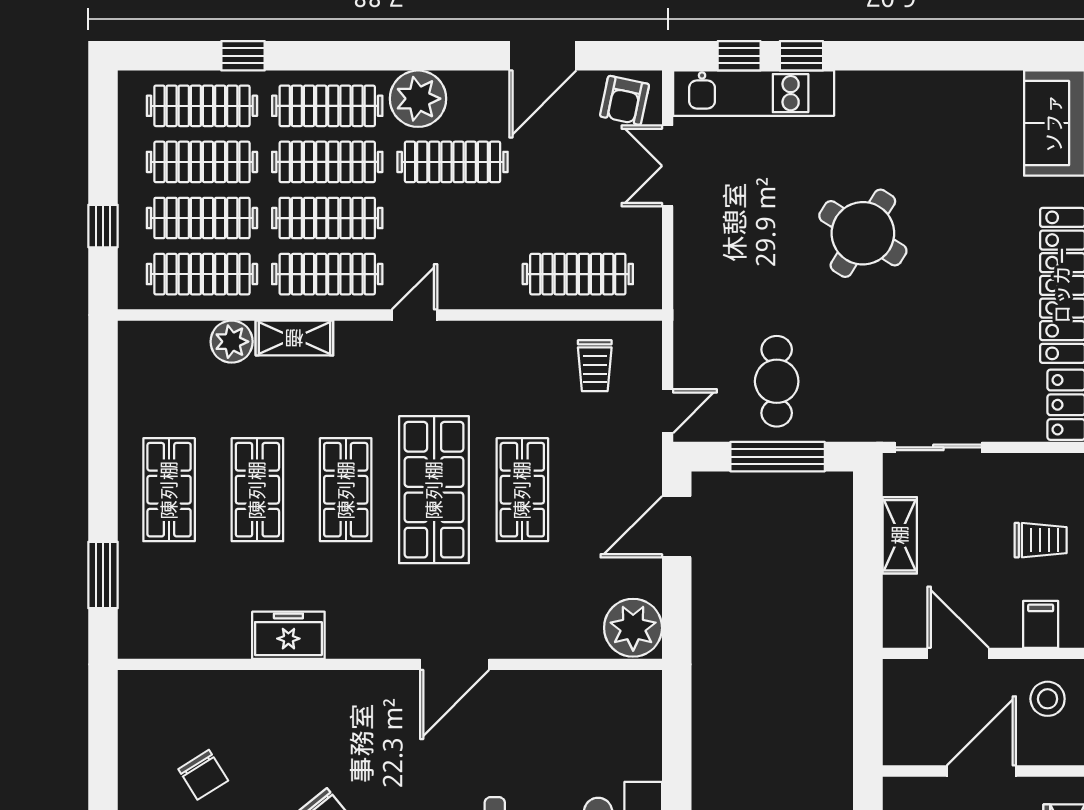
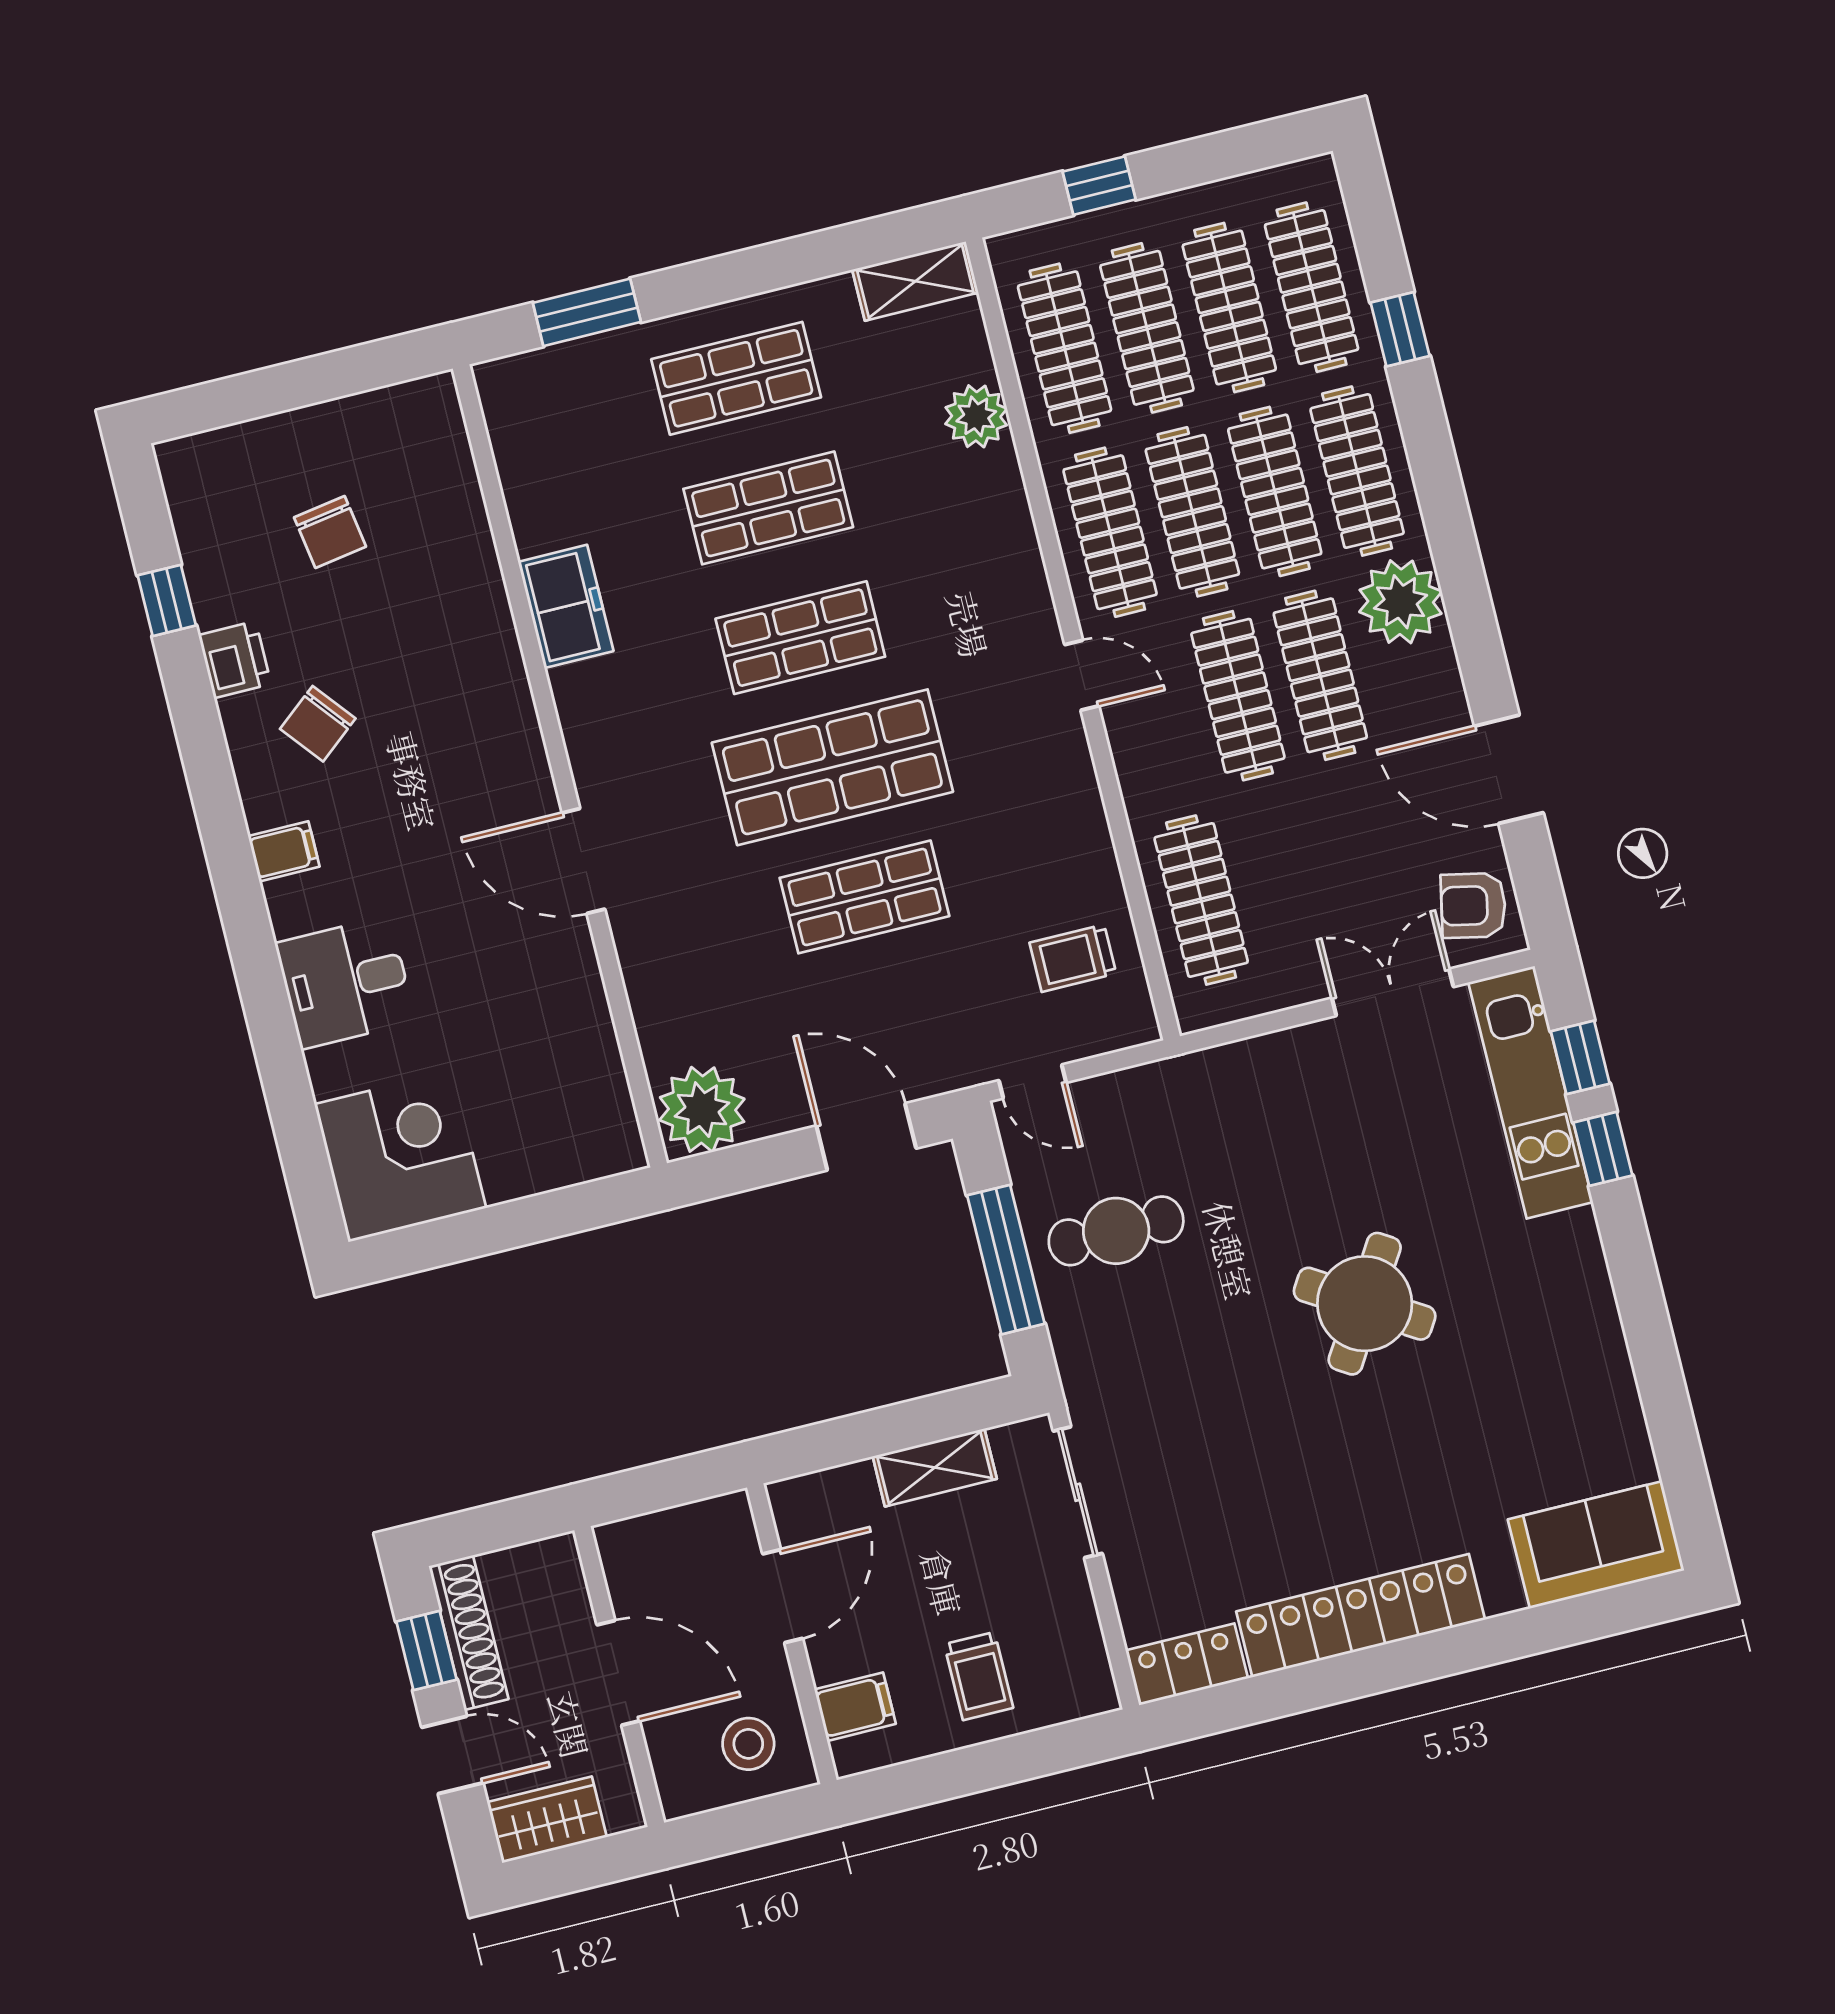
clothes rail: (453, 218) -> (1238, 696), added
shelving: (294, 338) -> (915, 281), moved, turned 90
chair: (203, 775) -> (330, 532), turned -67

